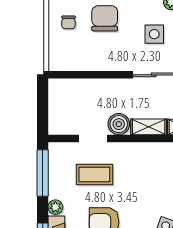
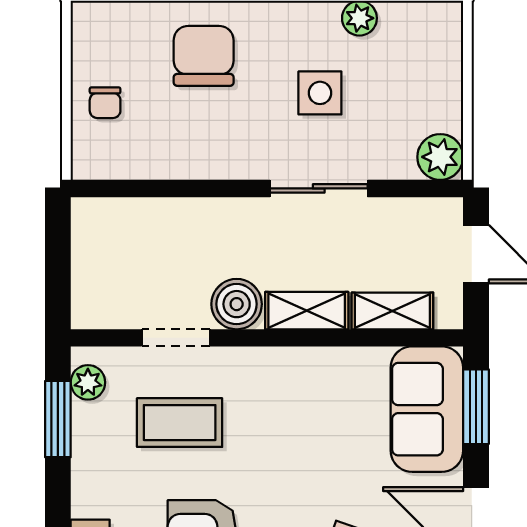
chair: (68, 22) -> (105, 103), moved
window: (43, 173) -> (58, 419), width x0.69
plant: (55, 207) -> (88, 382), moved

